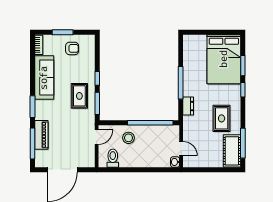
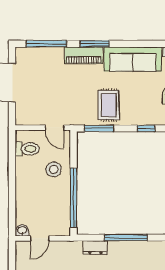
window: (97, 78) -> (146, 128), moved
rug: (79, 96) -> (109, 105), turned 90
piano: (41, 135) -> (84, 55), moved

